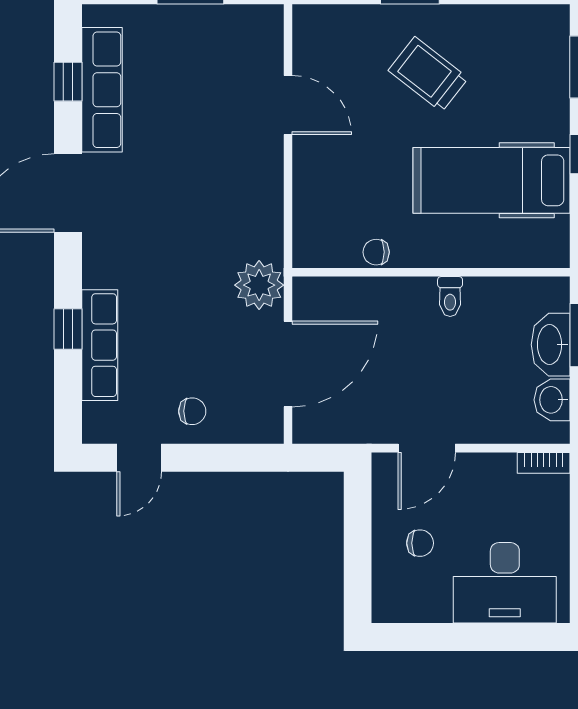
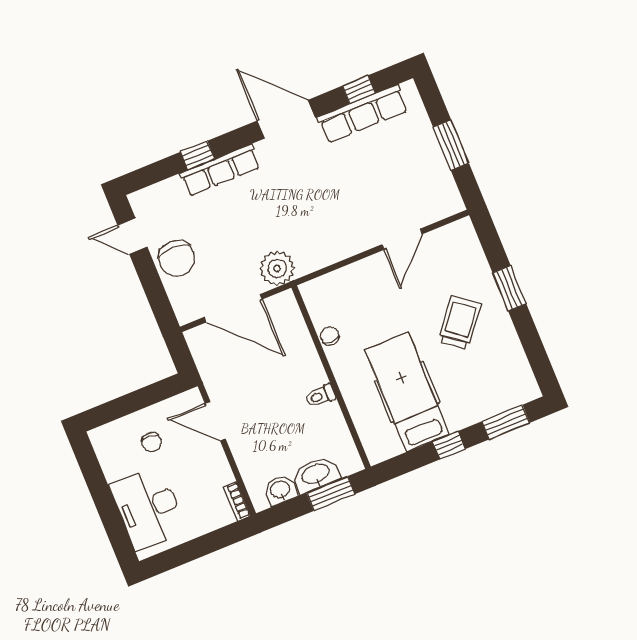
row of seats: (100, 345) -> (220, 170), moved
chair: (192, 411) -> (177, 258), width x1.87, depth x1.87

